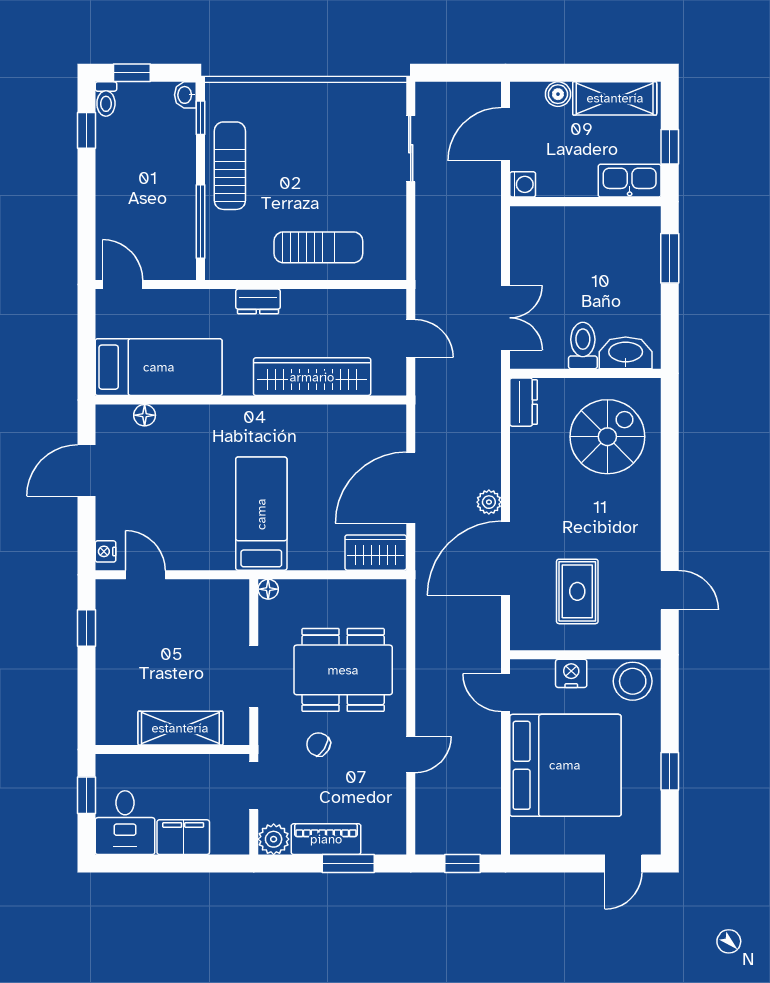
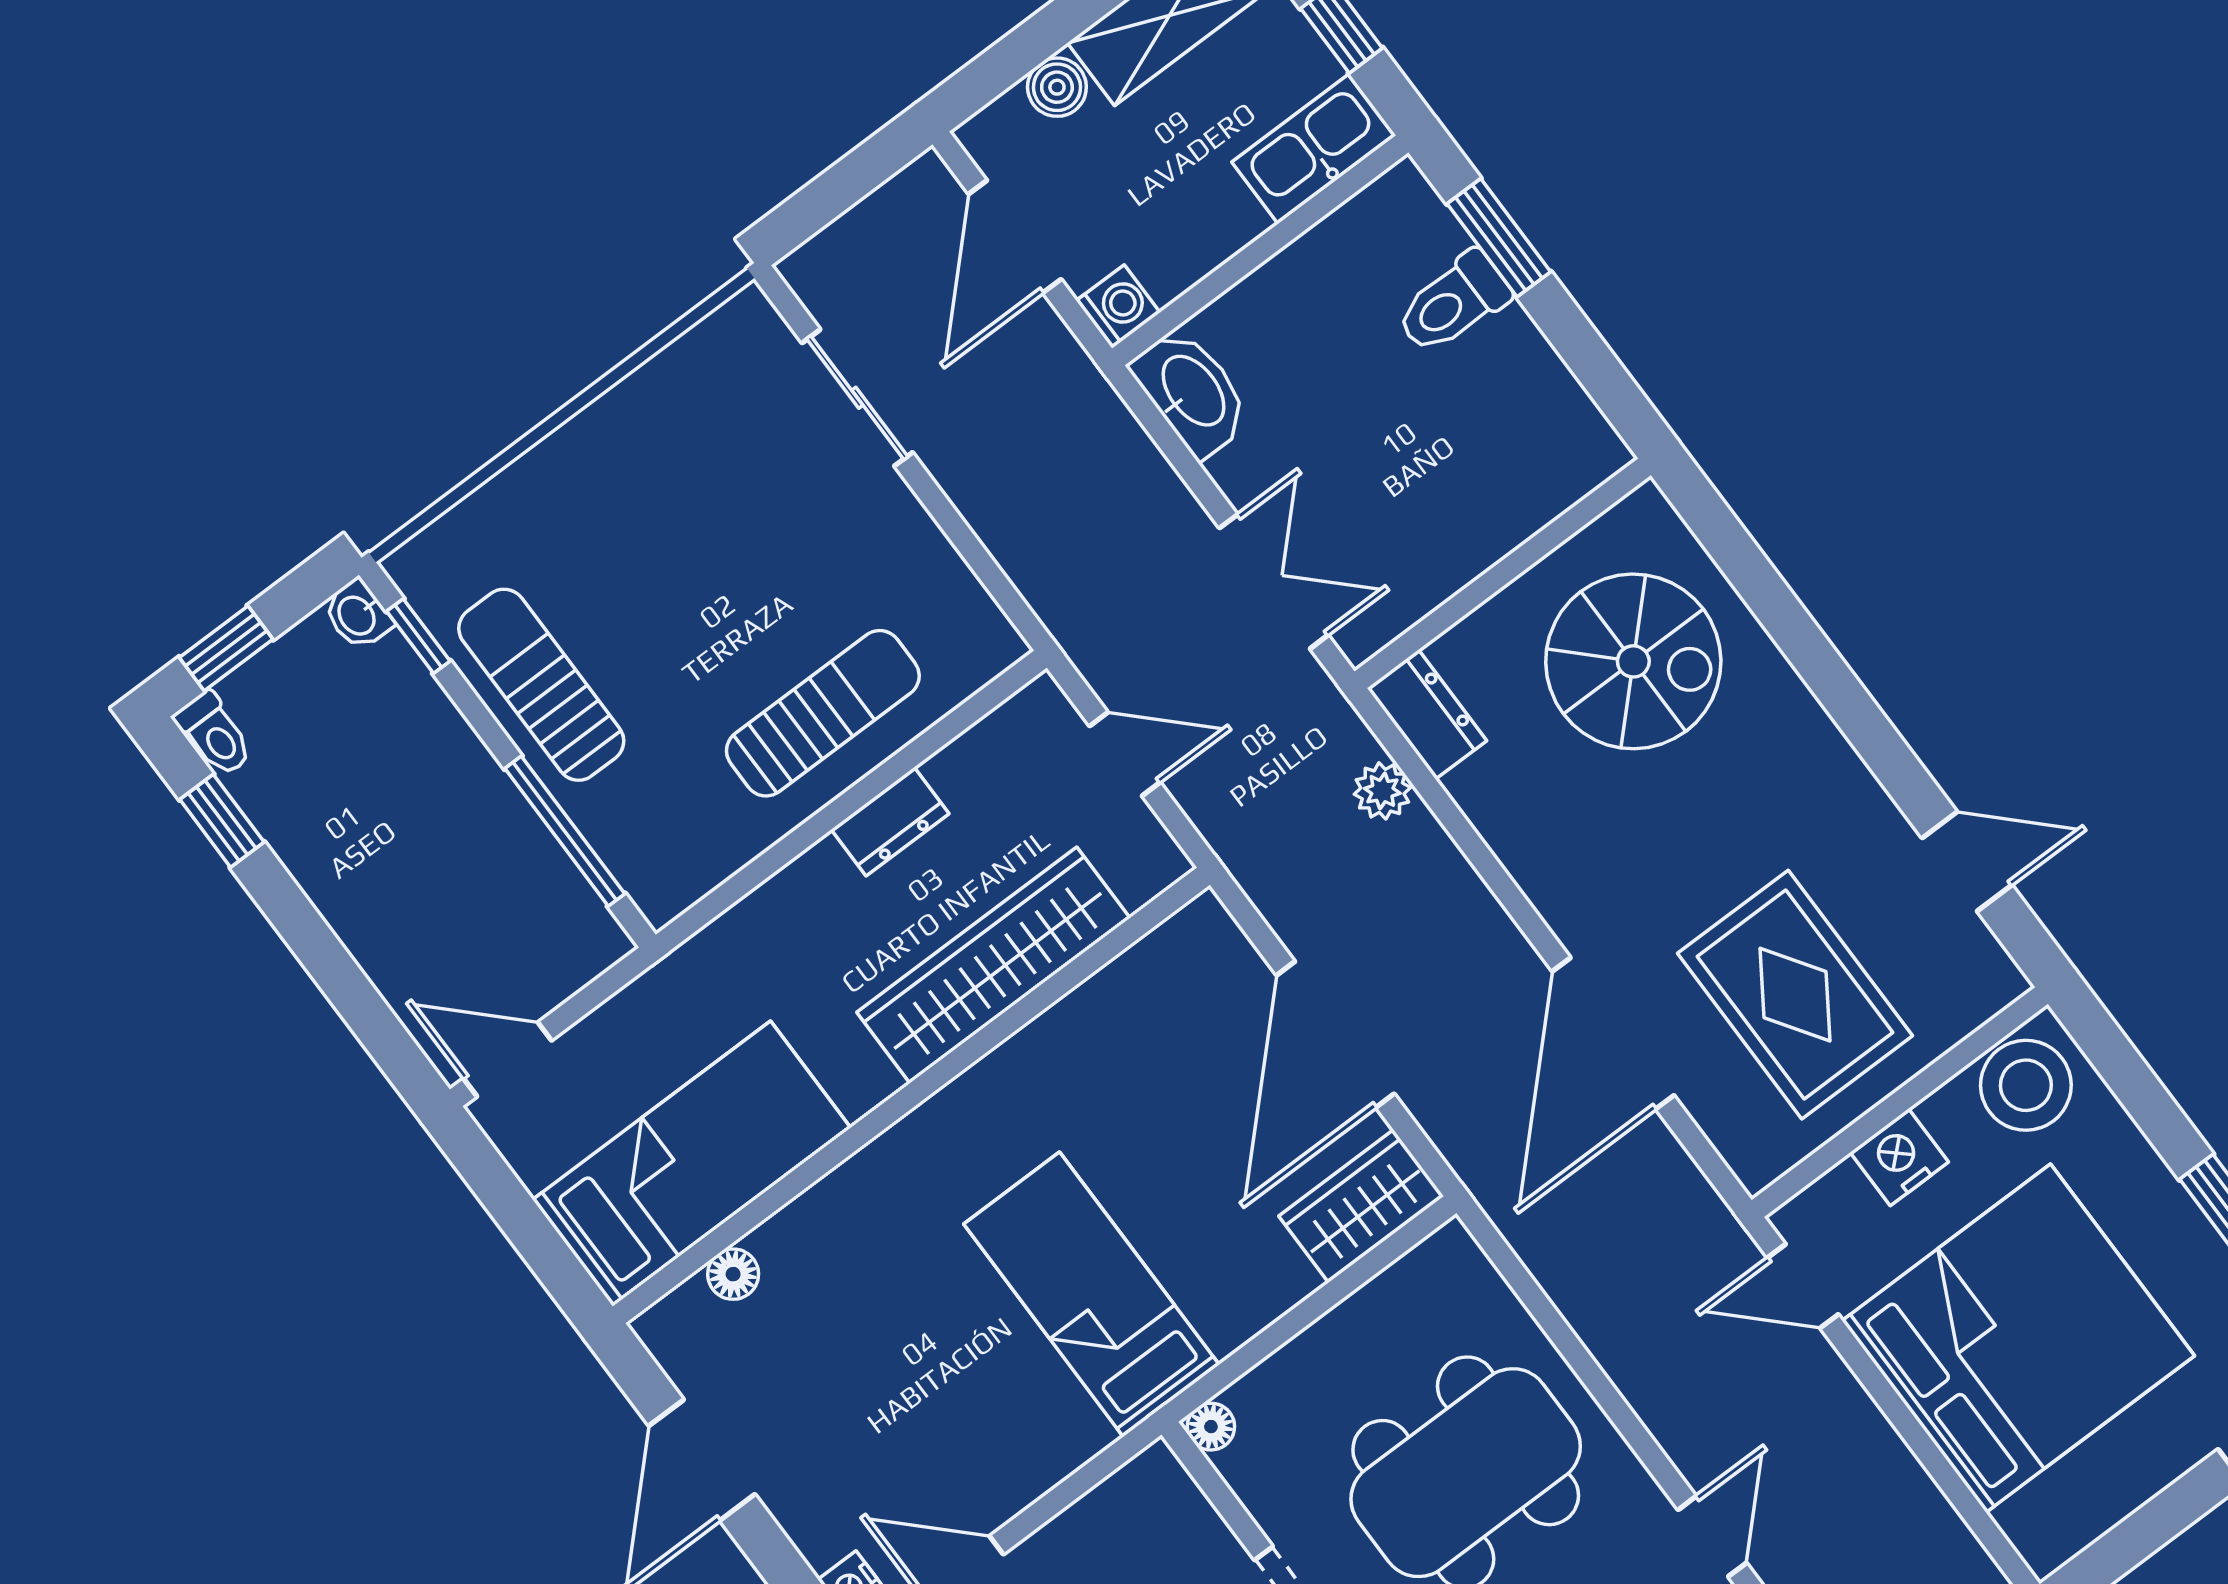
dresser: (258, 301) -> (890, 822), moved
toilet: (583, 346) -> (1453, 303), moved, turned -90
washbasin: (626, 353) -> (1192, 392), moved, turned 90
spiral stairs: (607, 437) -> (1633, 661), turned 90
plant: (489, 502) -> (1382, 791), moved
rug: (577, 591) -> (1795, 995), width x1.36, depth x1.43

